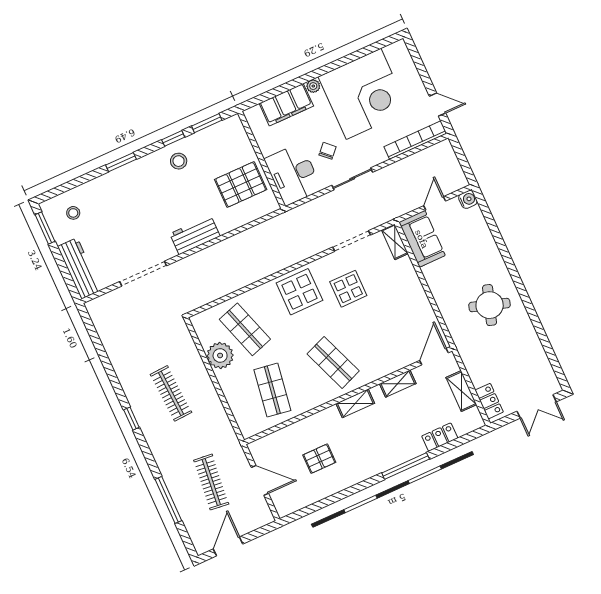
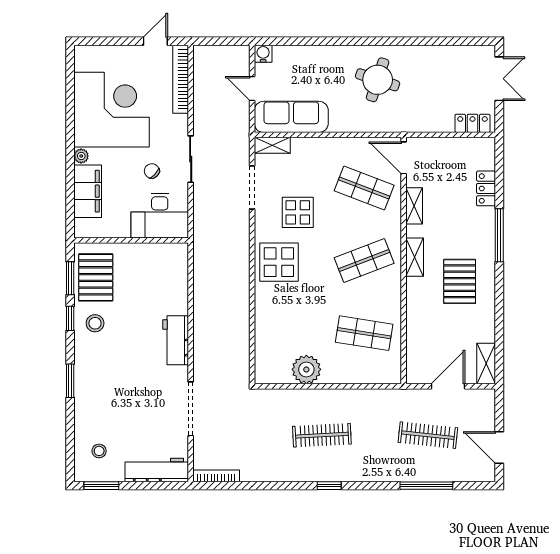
pallet: (241, 185) -> (96, 277), moved
sofa: (422, 239) -> (291, 117), width x1.36
bookcase: (97, 320) -> (216, 476), added
shop shelf: (245, 329) -> (364, 188), moved, turned 39
shelving: (461, 391) -> (486, 363), moved, turned 90
pallet: (319, 459) -> (460, 281), moved, width x1.50, depth x1.42

